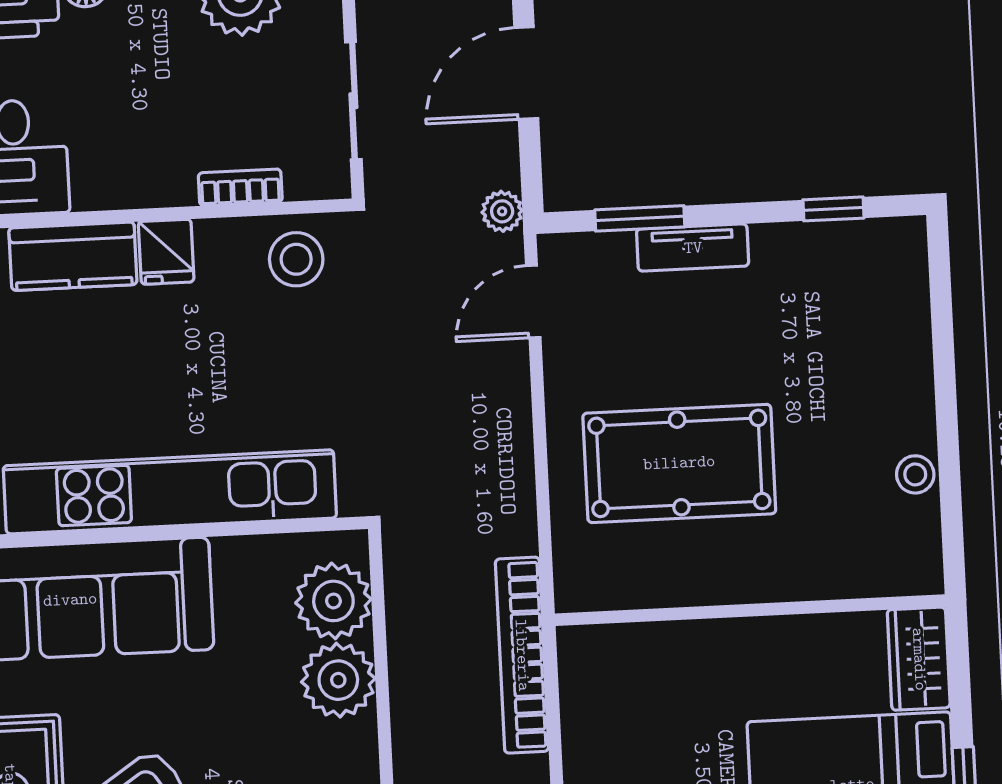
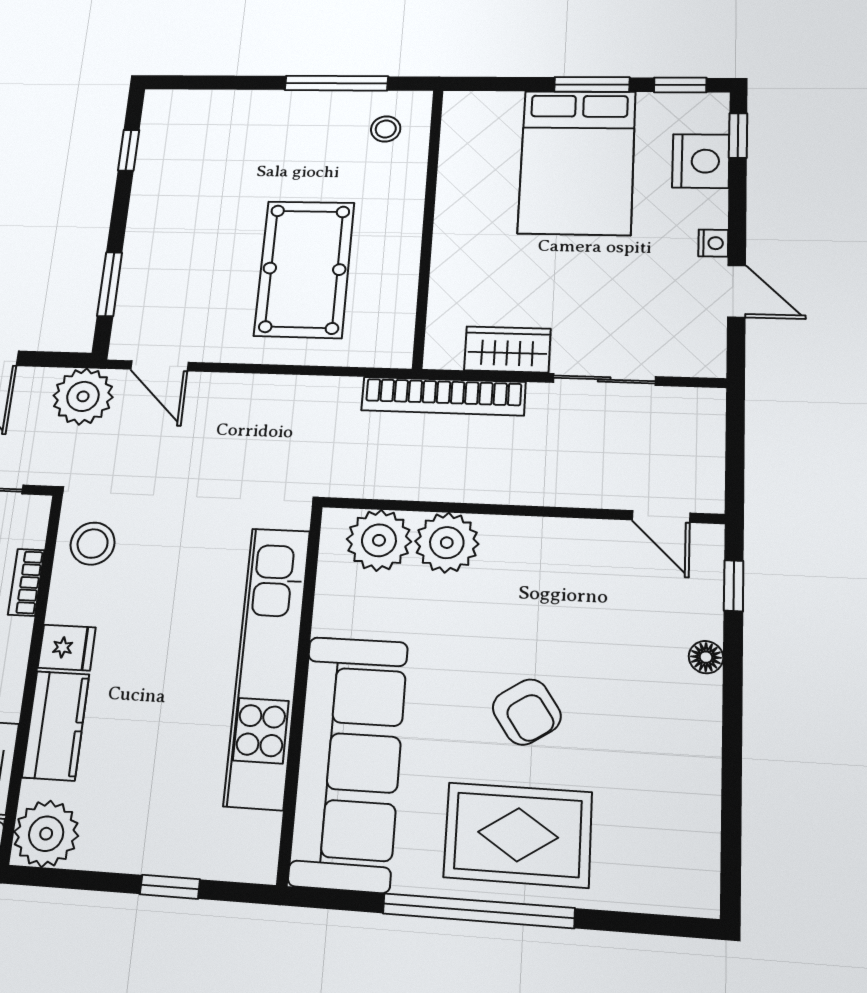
plant: (502, 211) -> (83, 396), width x1.88, depth x1.88
tv unit: (693, 248) -> (139, 248), removed
window: (949, 468) -> (336, 83), added
stool: (915, 474) -> (386, 129), moved
wardrobe: (919, 659) -> (507, 349), moved, turned 180

